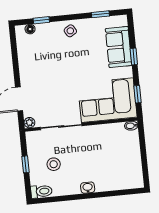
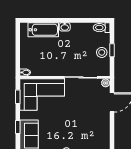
stool: (54, 164) -> (102, 52), moved
bathtub: (114, 181) -> (43, 30), added

